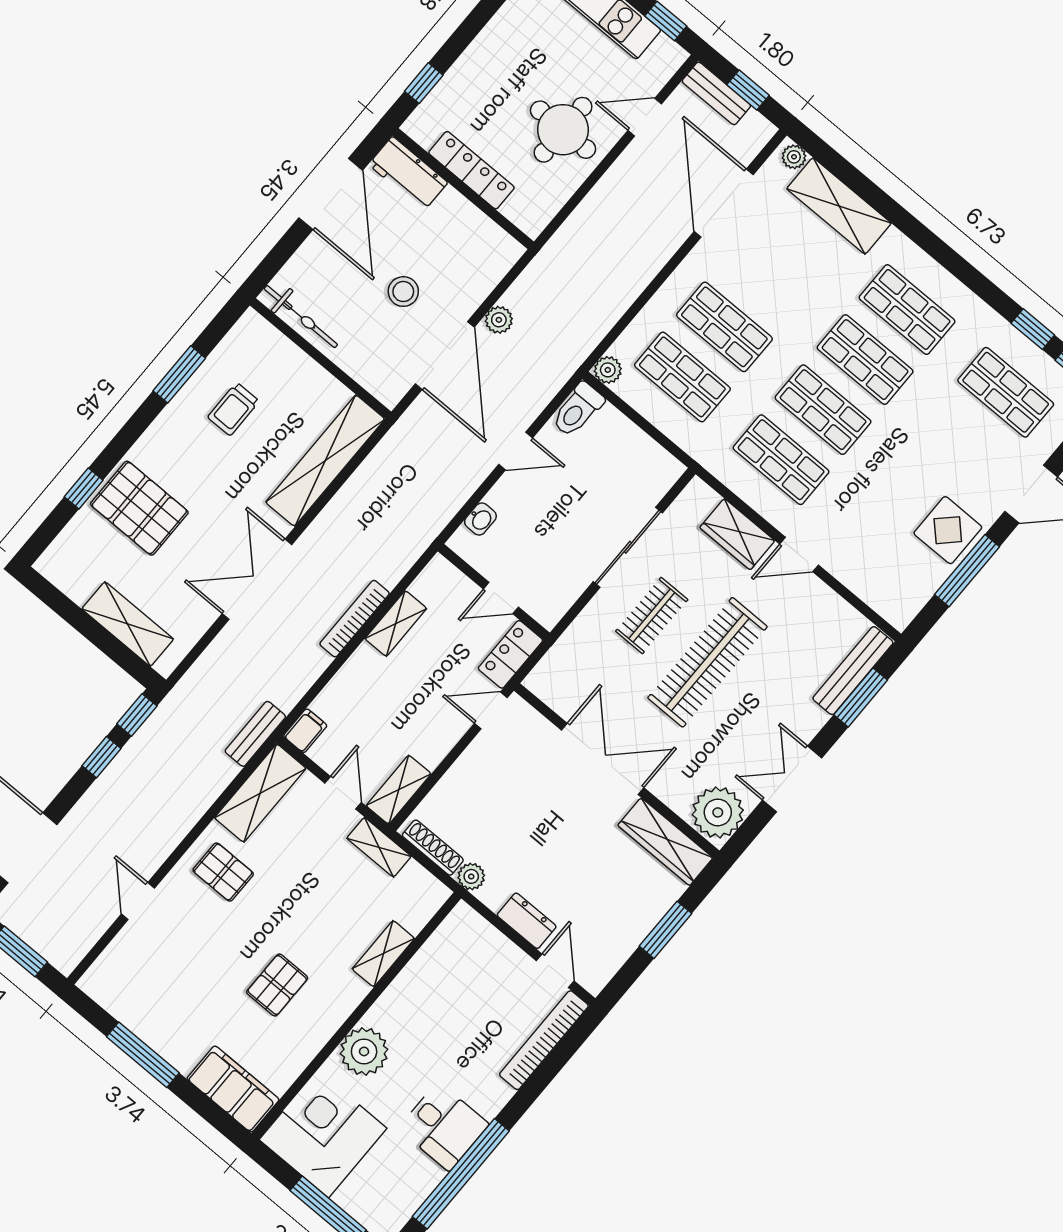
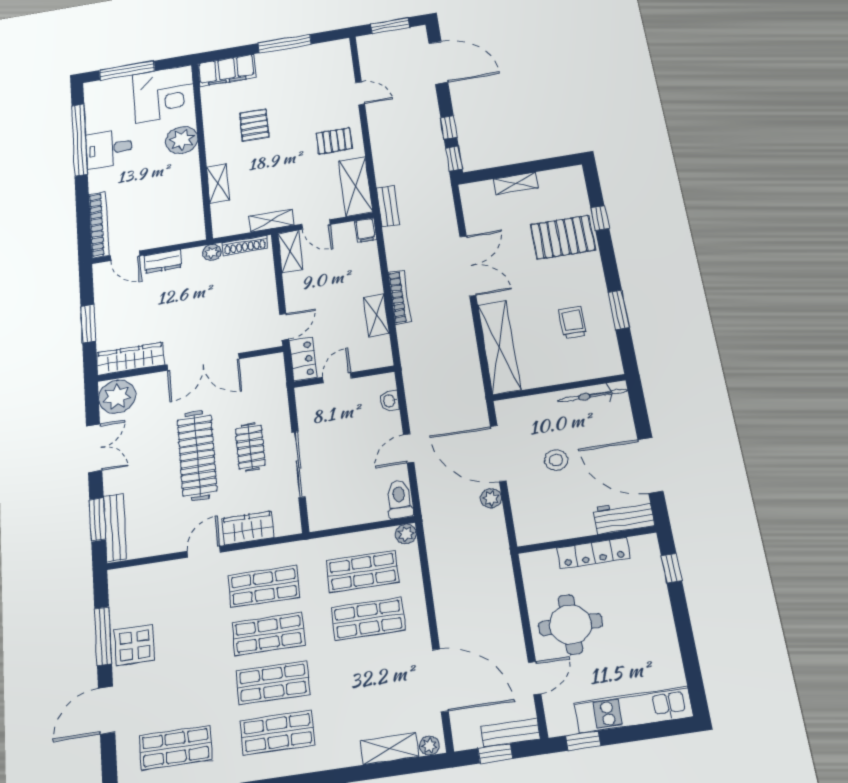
shelving: (839, 206) -> (390, 749), width x0.67, depth x0.75
shelving: (128, 624) -> (516, 183), width x0.67, depth x0.75

